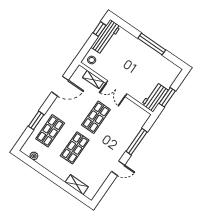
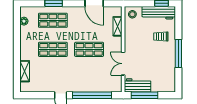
trolley: (127, 49) -> (161, 36), added
double door: (116, 89) -> (123, 64), moved
window: (167, 97) -> (144, 95), width x1.44
window: (137, 142) -> (92, 95), width x1.46

